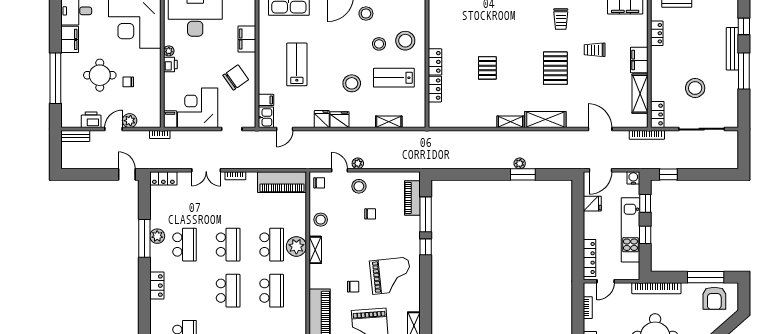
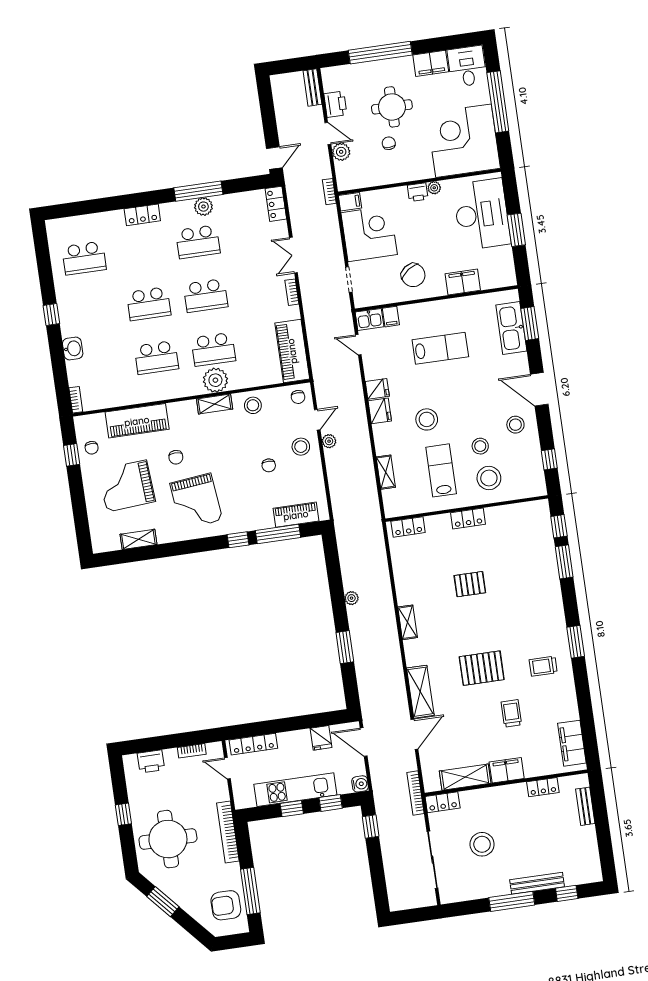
locker: (435, 89) -> (408, 527), moved
shelving: (545, 120) -> (420, 692), moved
plant: (520, 163) -> (352, 598), moved

